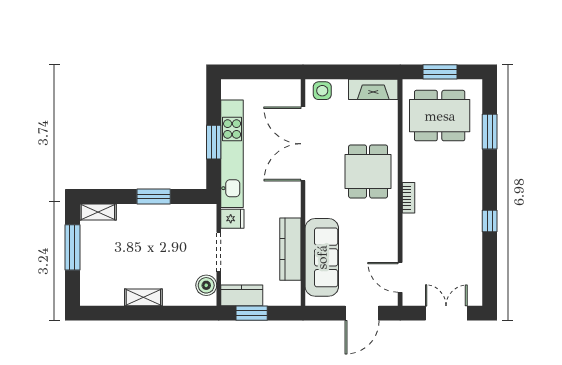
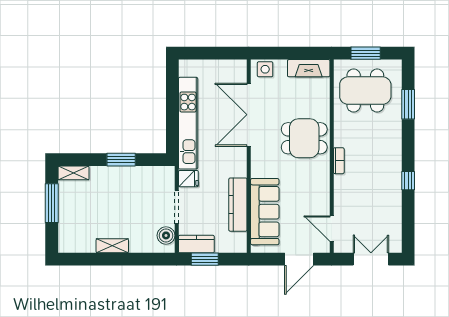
window: (214, 142) -> (172, 113), removed
dining table: (368, 171) -> (304, 138), turned 90

